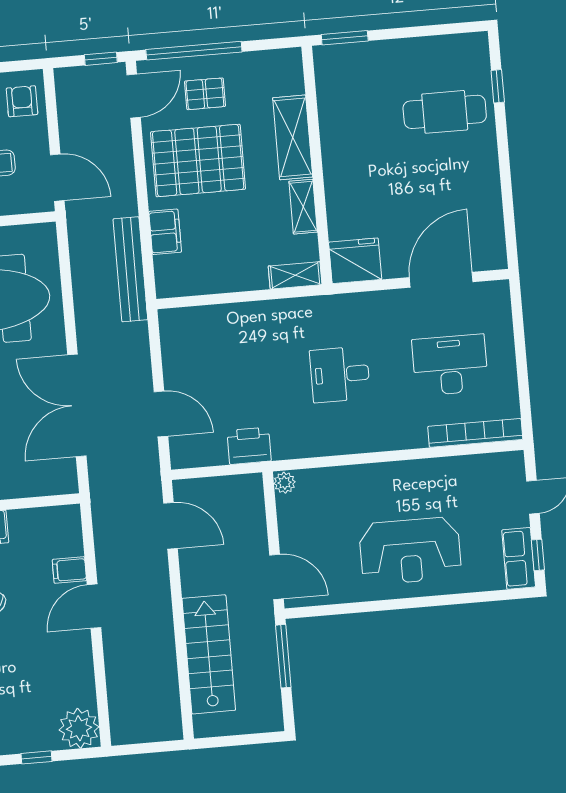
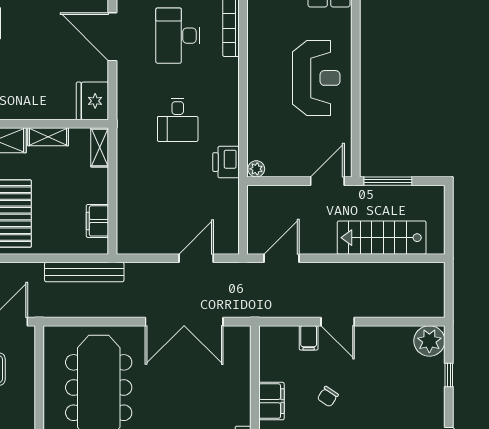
filing cabinet: (165, 232) -> (97, 221), moved, turned -90
printer: (249, 446) -> (226, 162), moved

